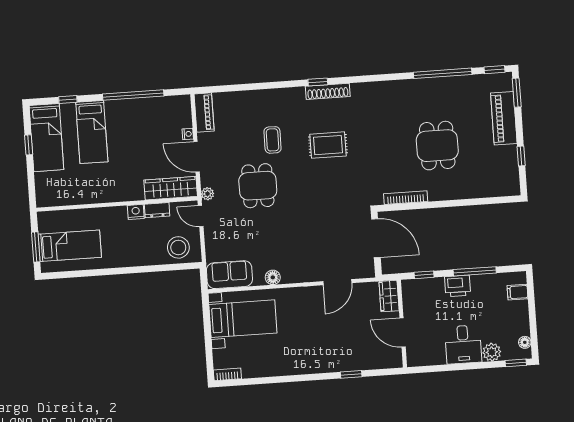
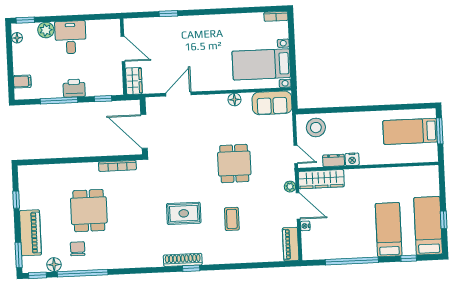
floor lamp: (476, 82) -> (54, 265), added
chair: (449, 101) -> (78, 249), added
dining table: (258, 186) -> (234, 164), moved
plant: (208, 194) -> (290, 187), moved

